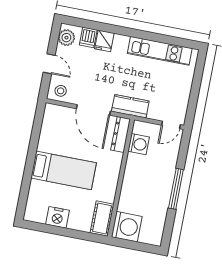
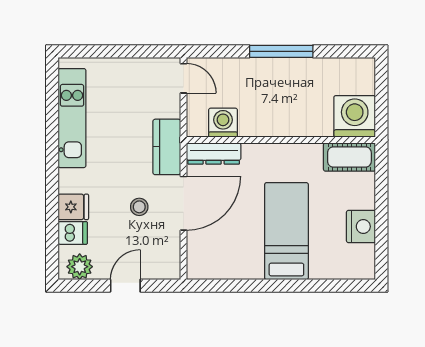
stool: (61, 91) -> (139, 207), moved

